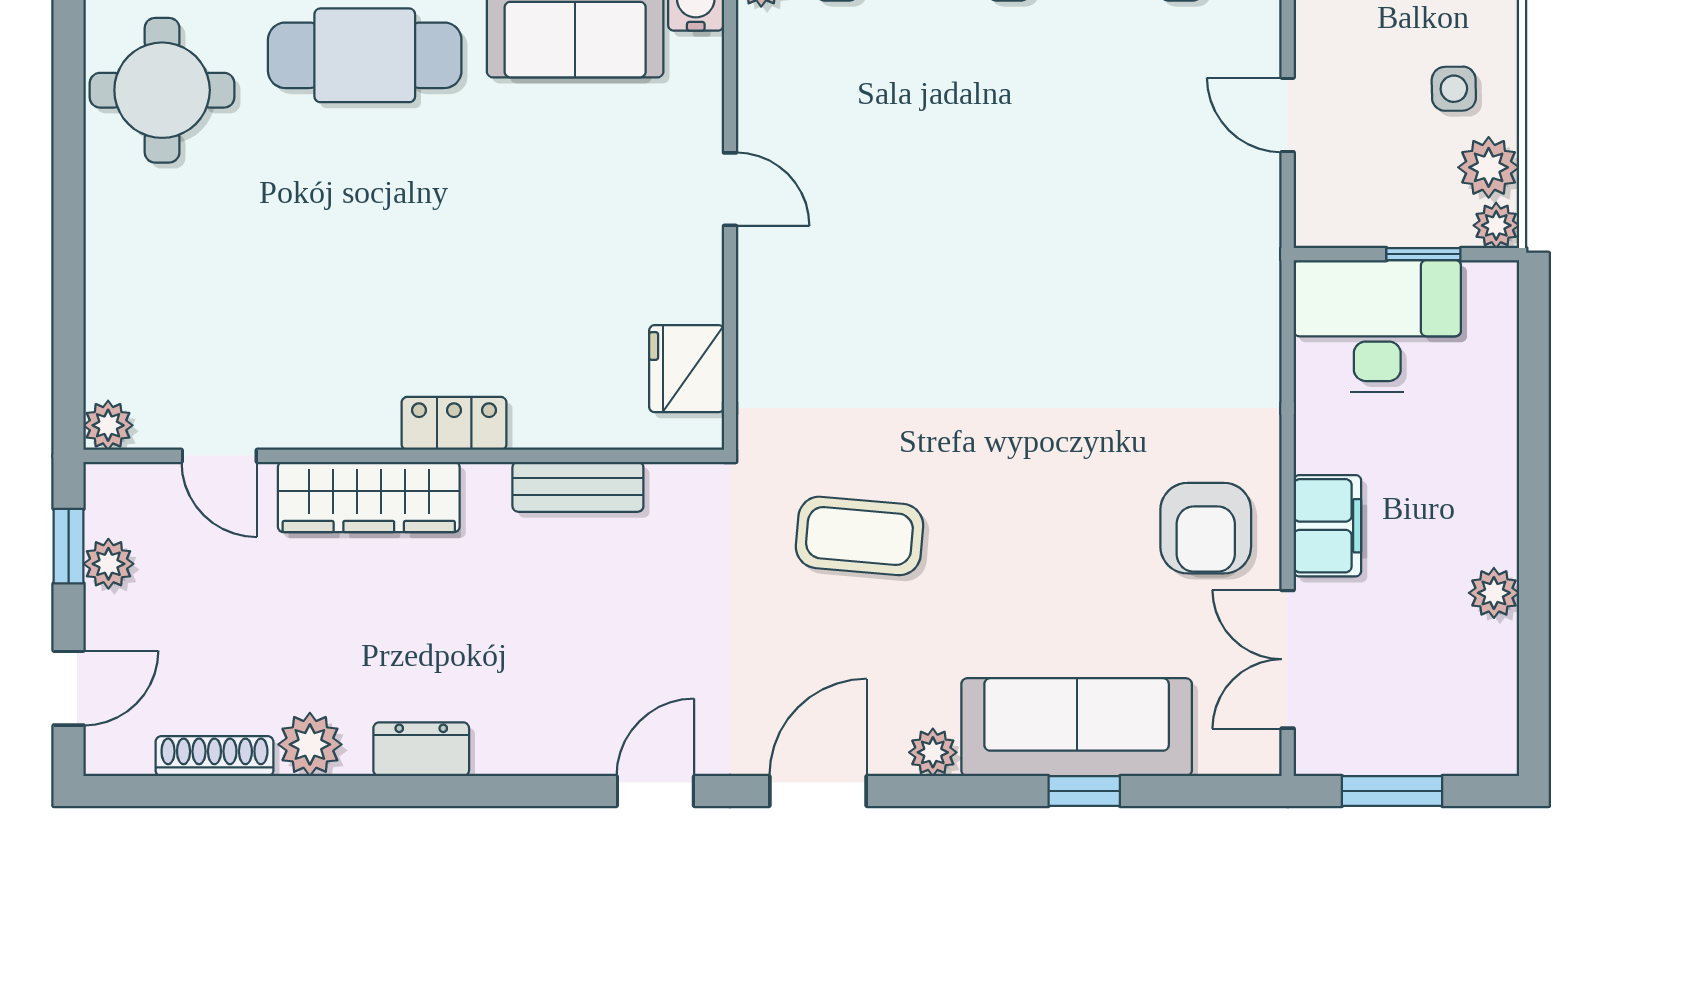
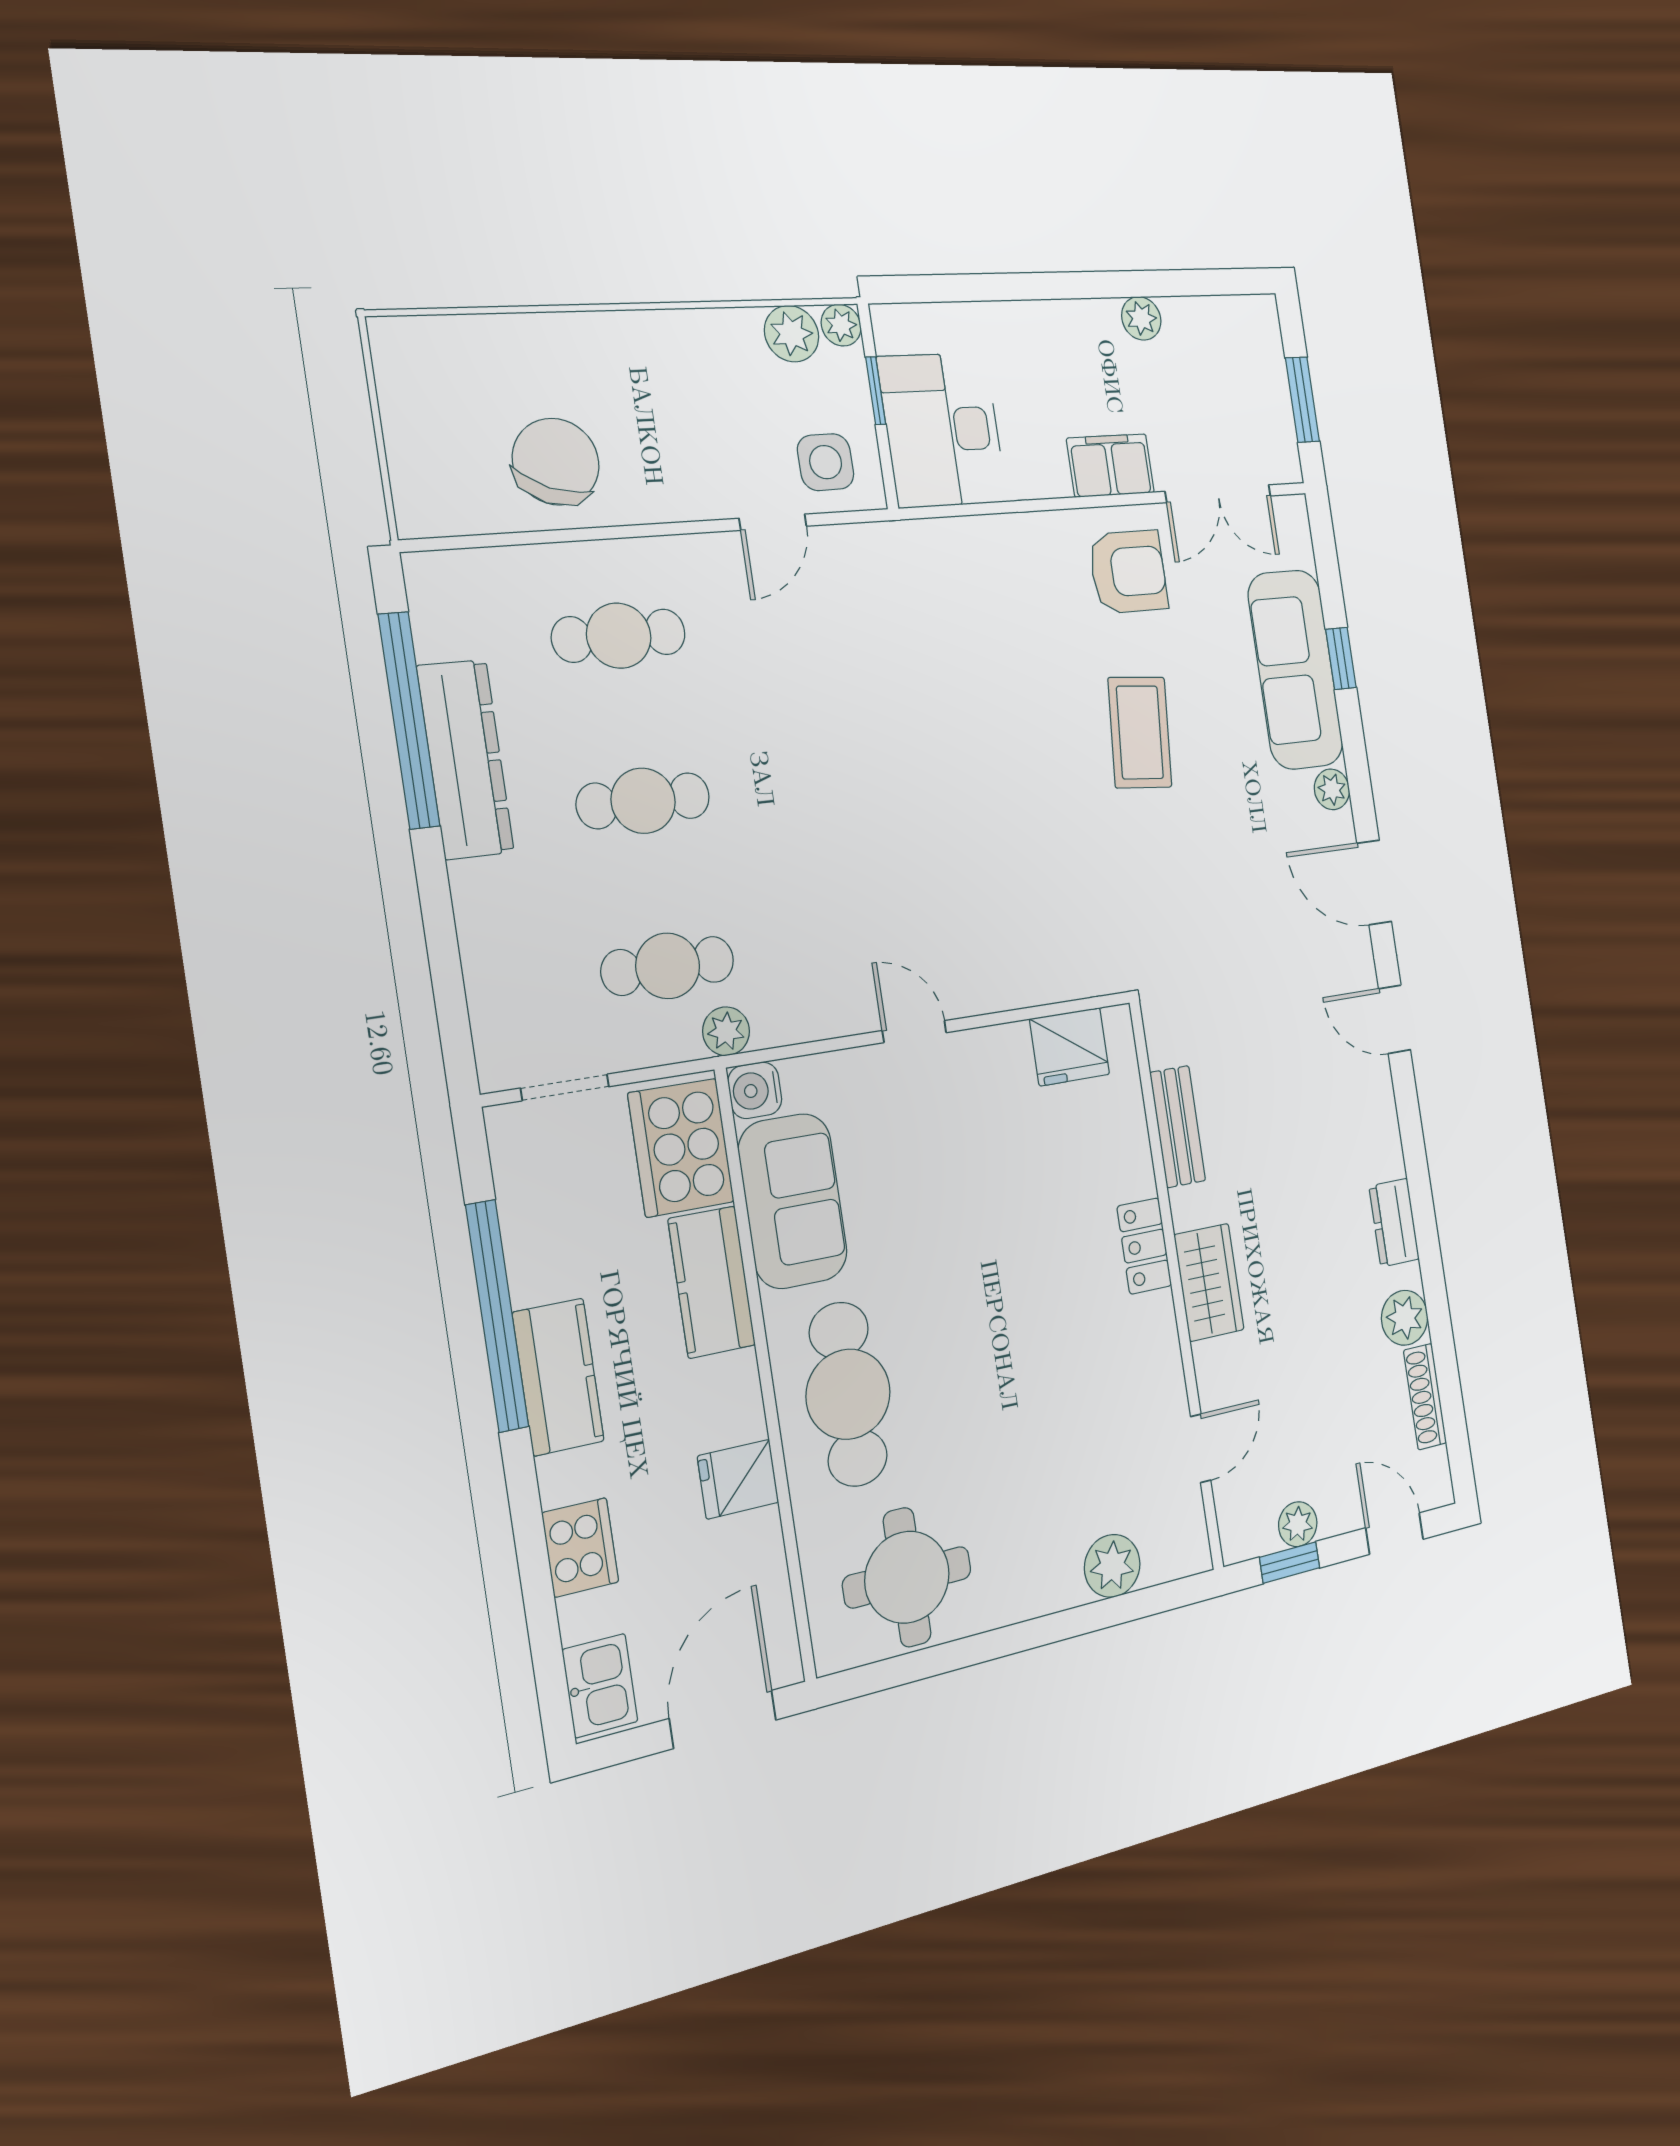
side table: (1454, 89) -> (826, 462), moved, width x1.37, depth x1.37
door: (730, 189) -> (914, 1032), hinge flipped
plant: (108, 425) -> (1112, 1566), moved, width x1.38, depth x1.38
wardrobe: (369, 497) -> (1209, 1282), width x0.67
coffee table: (859, 536) -> (1140, 732), moved

